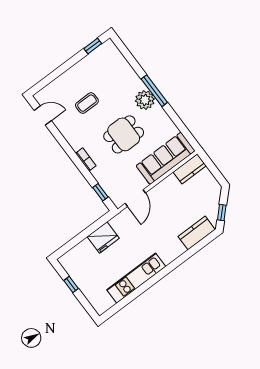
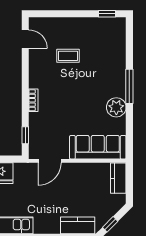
plant: (145, 100) -> (116, 107), moved
dining table: (124, 134) -> (79, 103), removed
kitchen counter: (190, 169) -> (118, 178), moved, turned 90

